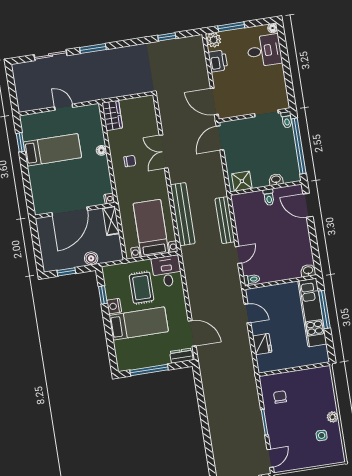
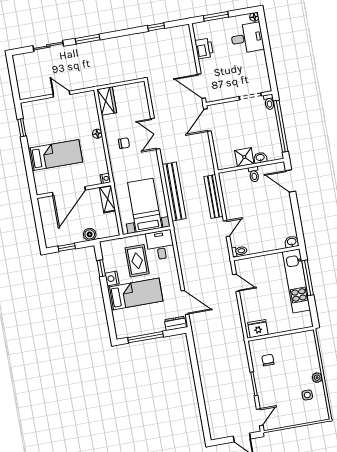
plant: (214, 40) -> (200, 29), removed
bed: (52, 150) -> (55, 155), moved
shower: (242, 181) -> (244, 157), moved
fridge: (262, 344) -> (258, 329), moved, turned -90

